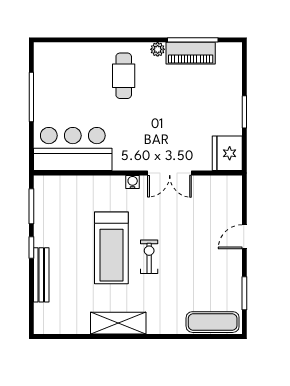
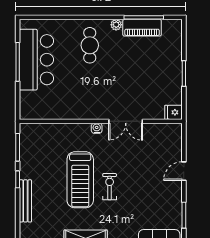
bar counter: (73, 149) -> (36, 60), moved, turned 90
fridge: (227, 153) -> (174, 112), width x0.53, depth x0.75

